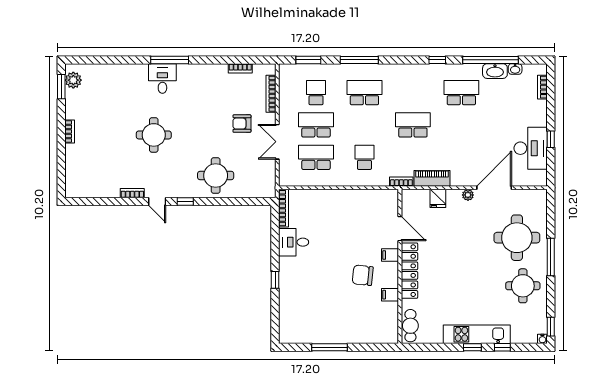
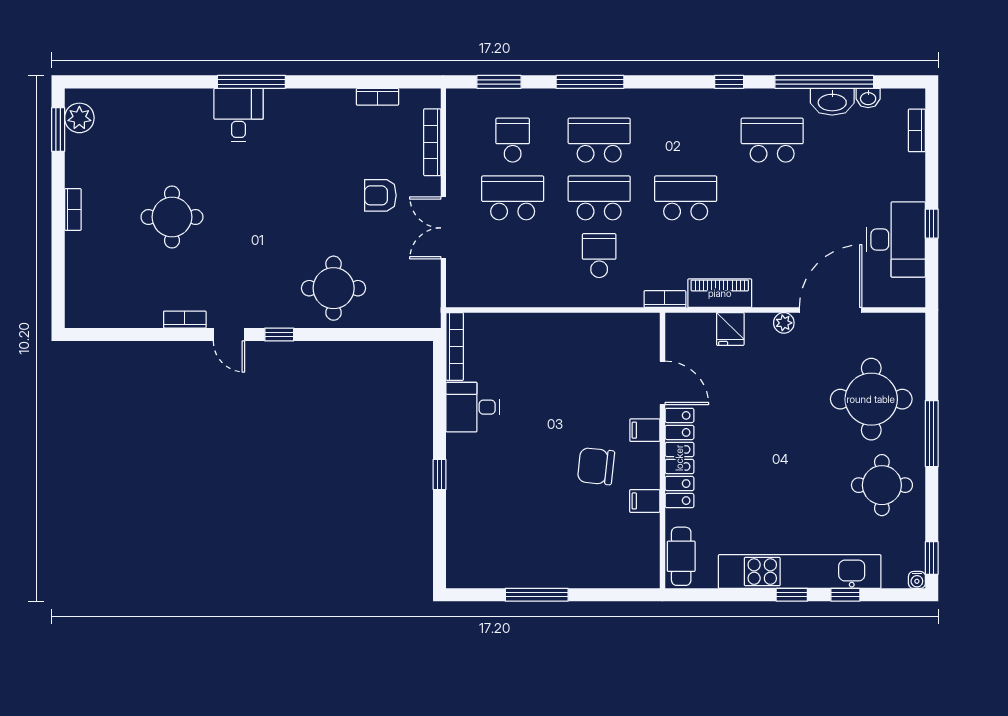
round table: (154, 135) -> (172, 217), moved
school desk: (316, 157) -> (599, 198), moved
kitchen unit: (477, 334) -> (800, 572), width x1.36

